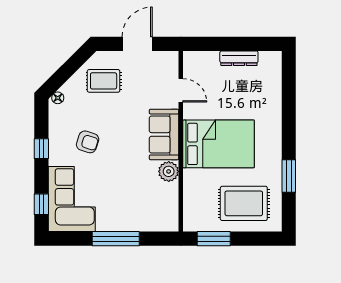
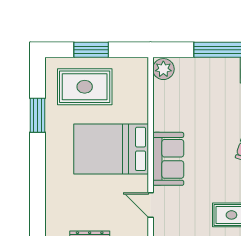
plant: (169, 171) -> (163, 69), moved
window: (214, 239) -> (91, 50), moved

